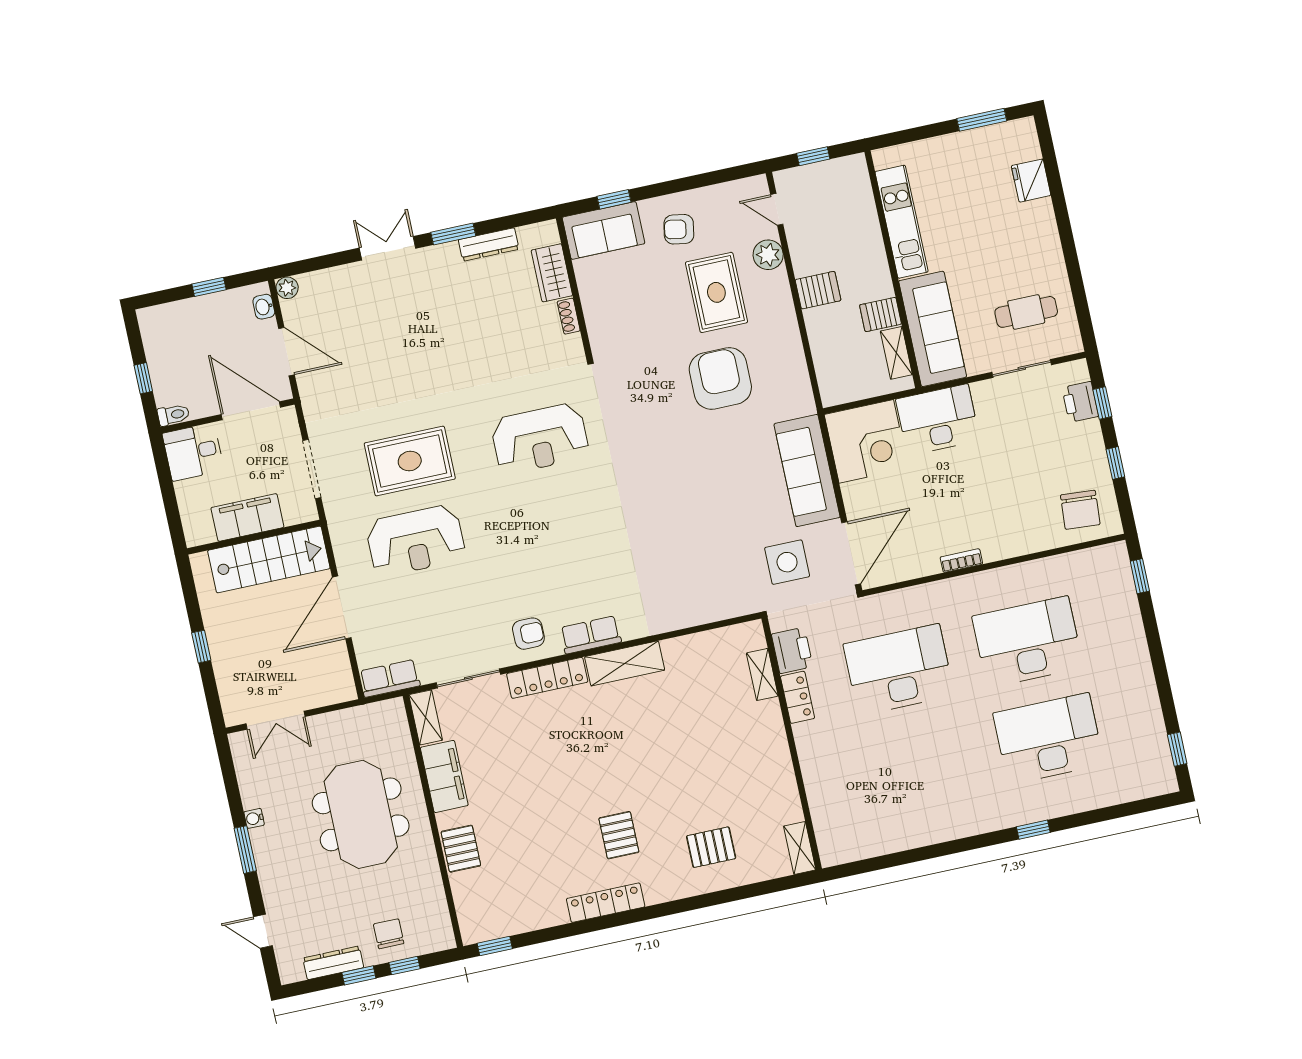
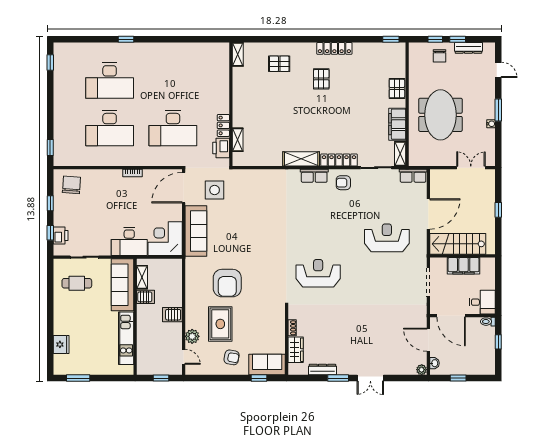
rug: (410, 461) -> (382, 276), removed

